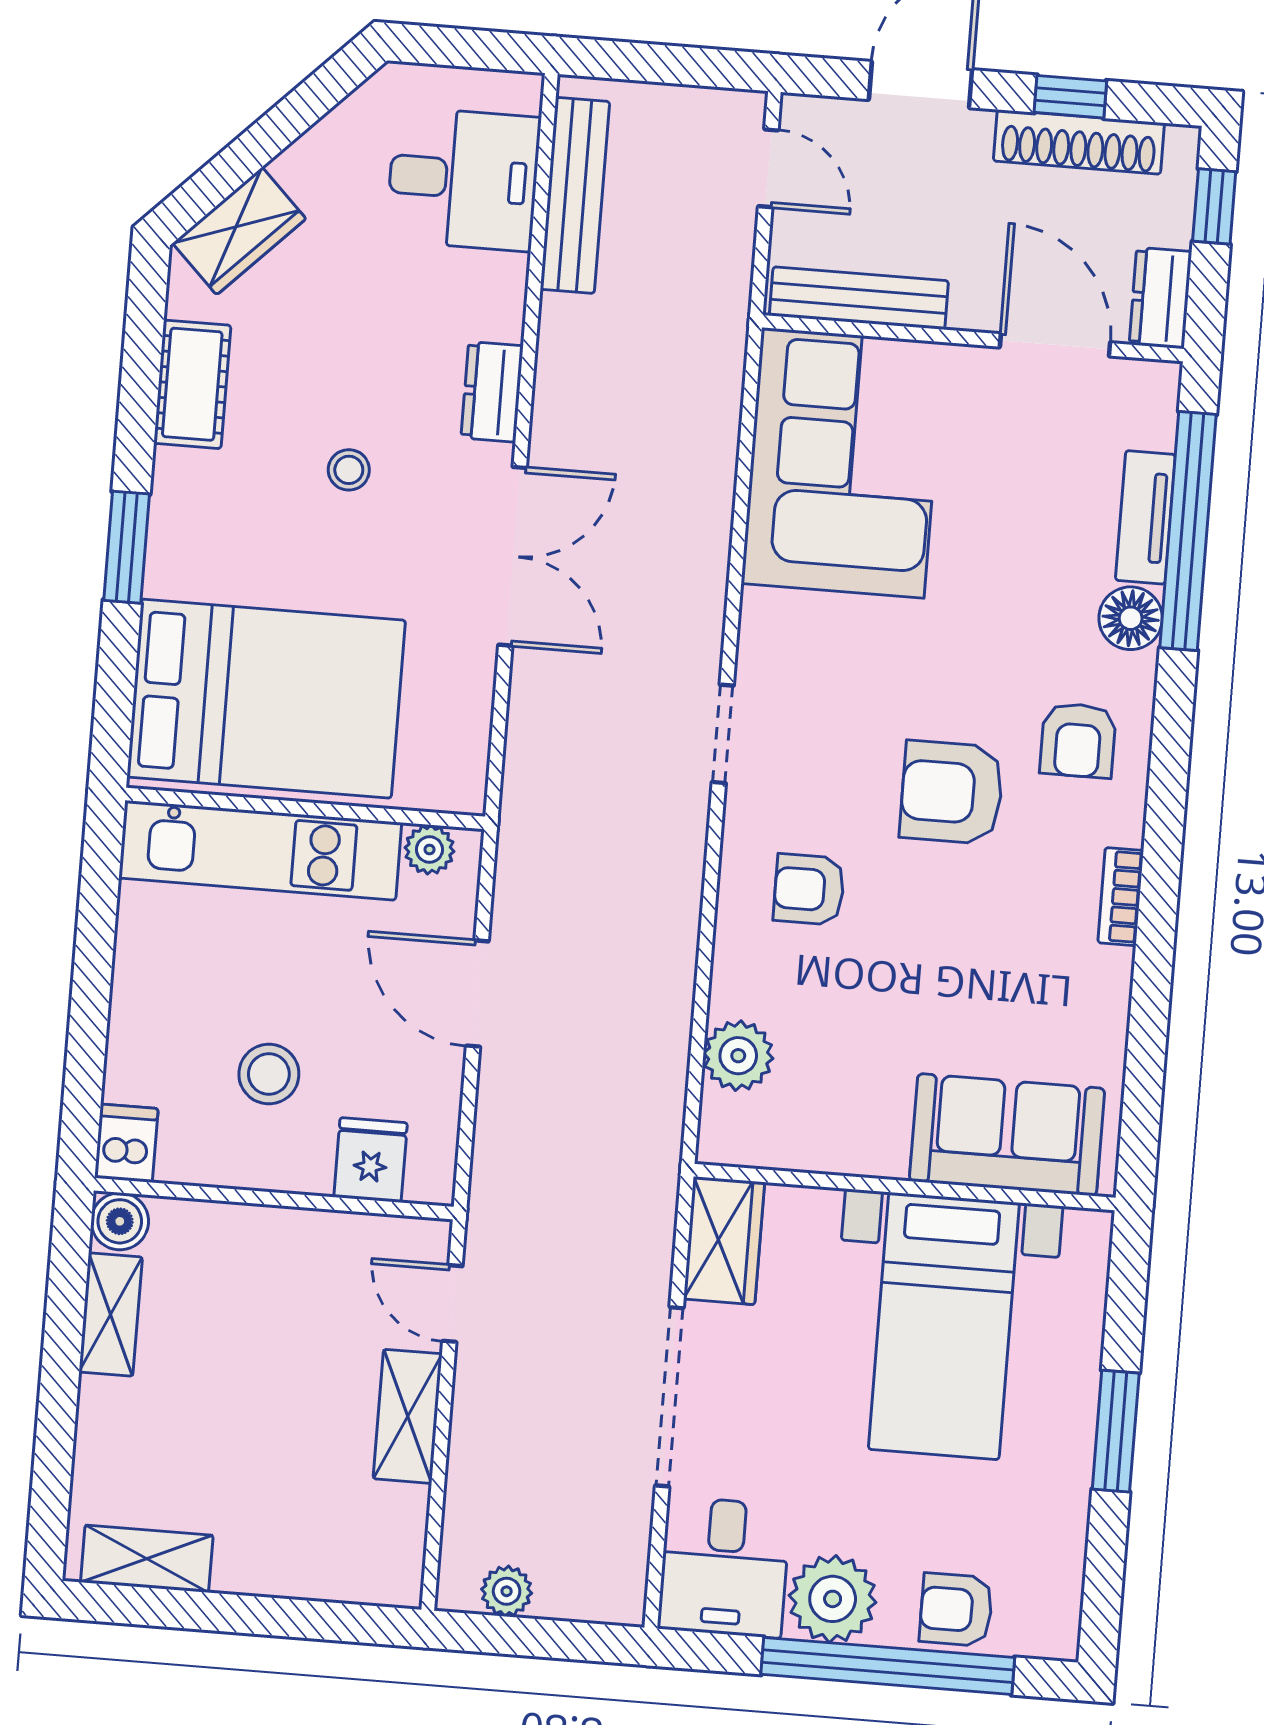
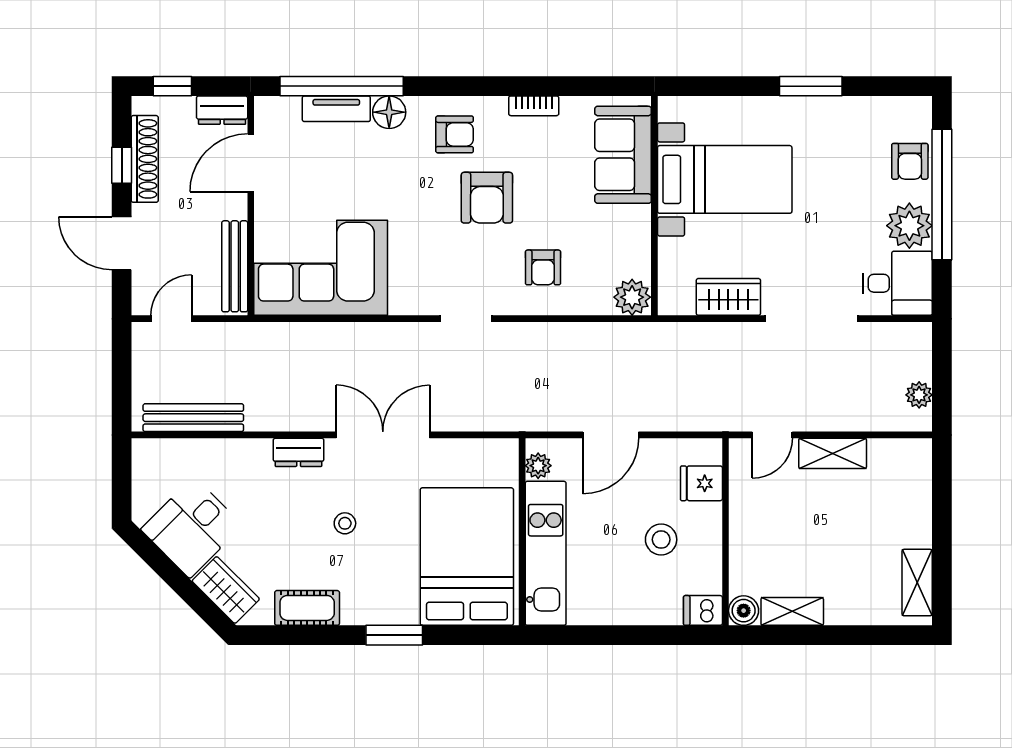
desk: (463, 179) -> (192, 527), moved, turned -135
sofa: (1007, 1135) -> (623, 155), moved
wall: (905, 1187) -> (654, 206), moved
bed with nightstands: (944, 1326) -> (725, 179), moved

